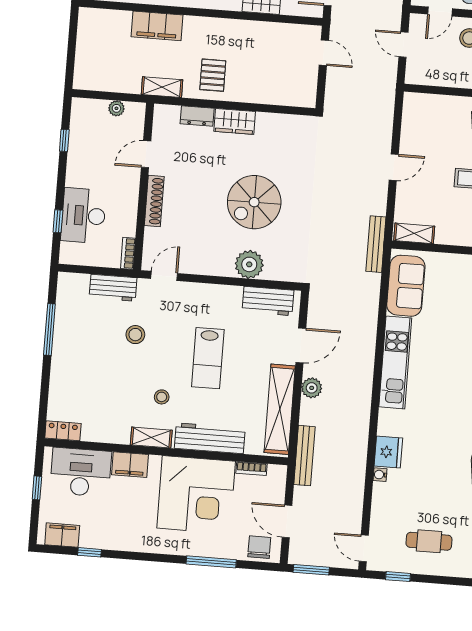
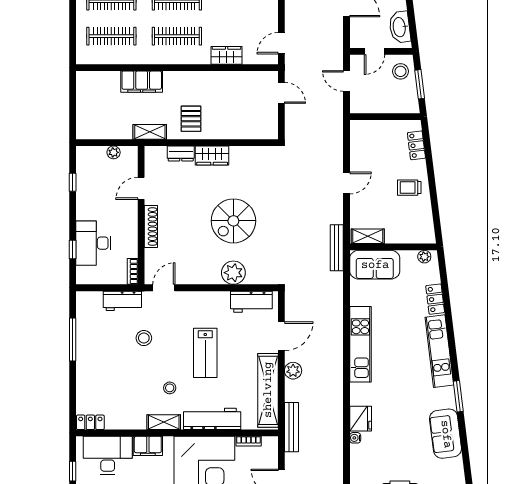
sofa: (406, 286) -> (375, 265), moved, turned 90

